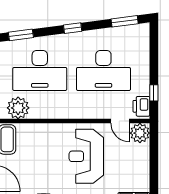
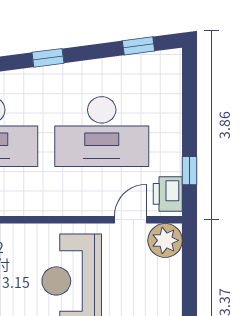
window: (125, 21) -> (139, 46), width x0.67
door: (120, 121) -> (130, 220), swing flipped

